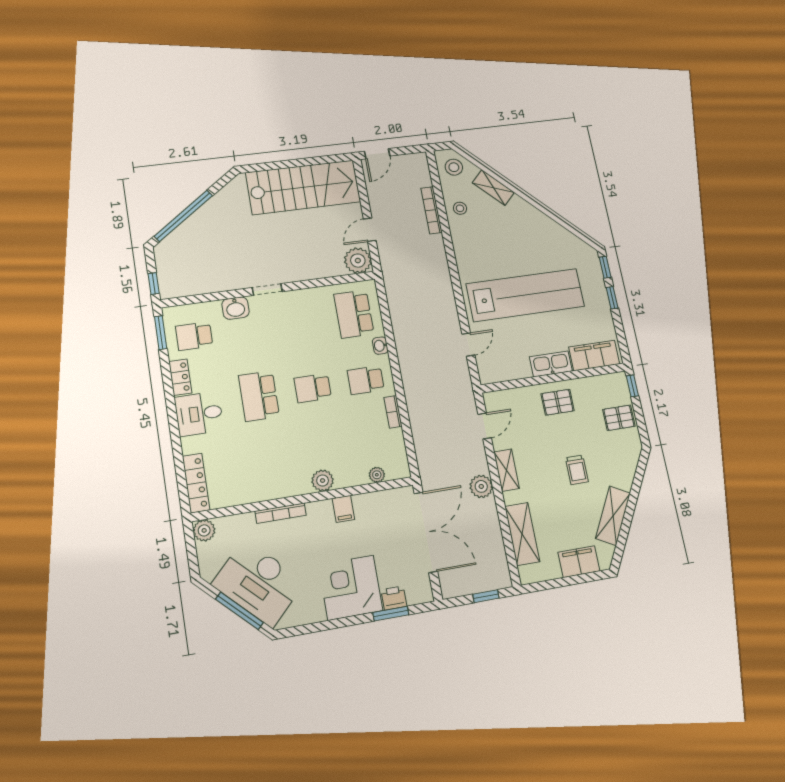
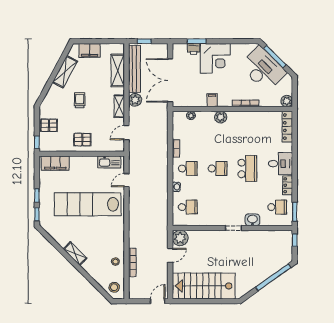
shelving: (493, 188) -> (75, 254), moved
school desk: (354, 314) -> (188, 207), width x0.54
kitchen sink: (551, 364) -> (109, 162), moved
bench: (493, 542) -> (135, 69), added

